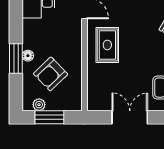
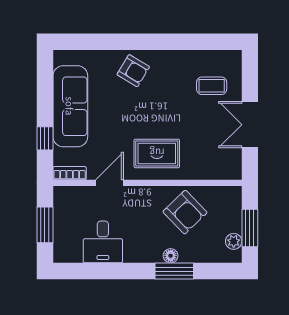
armchair: (51, 74) -> (185, 212), moved

